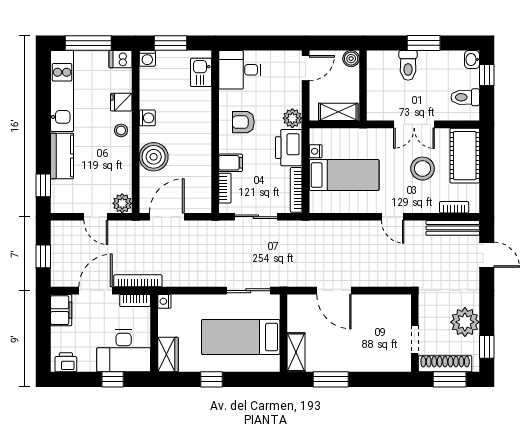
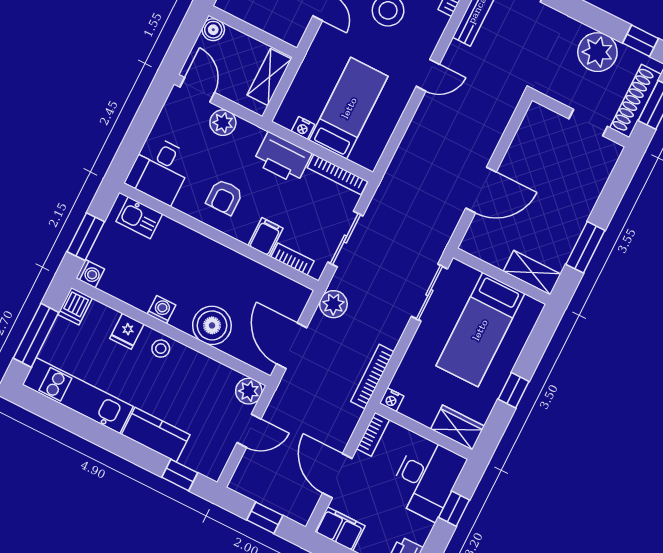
plant: (292, 118) -> (223, 123), moved
plant: (208, 231) -> (333, 304), added
bookcase: (138, 281) -> (372, 377), moved

